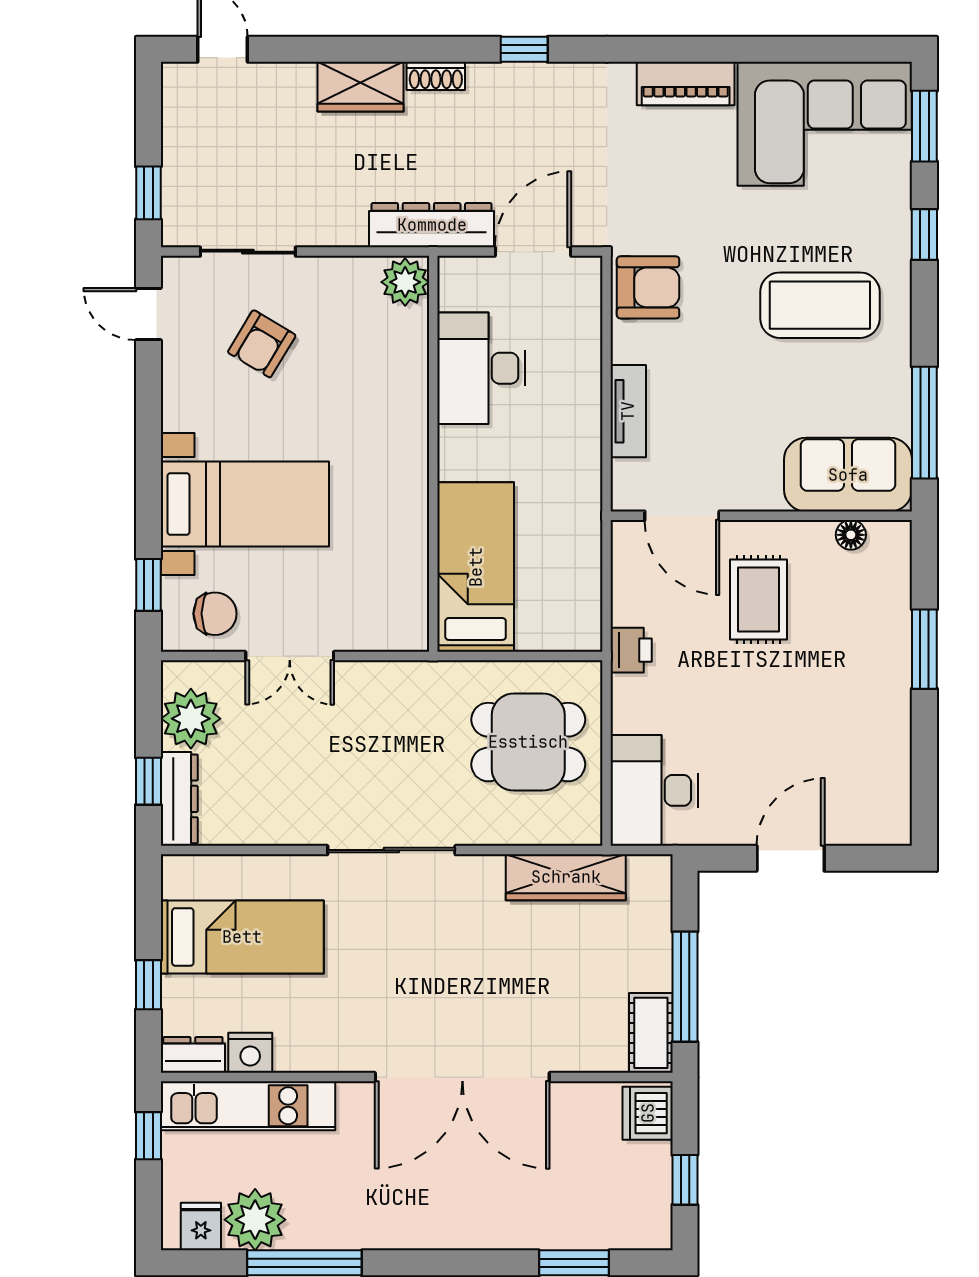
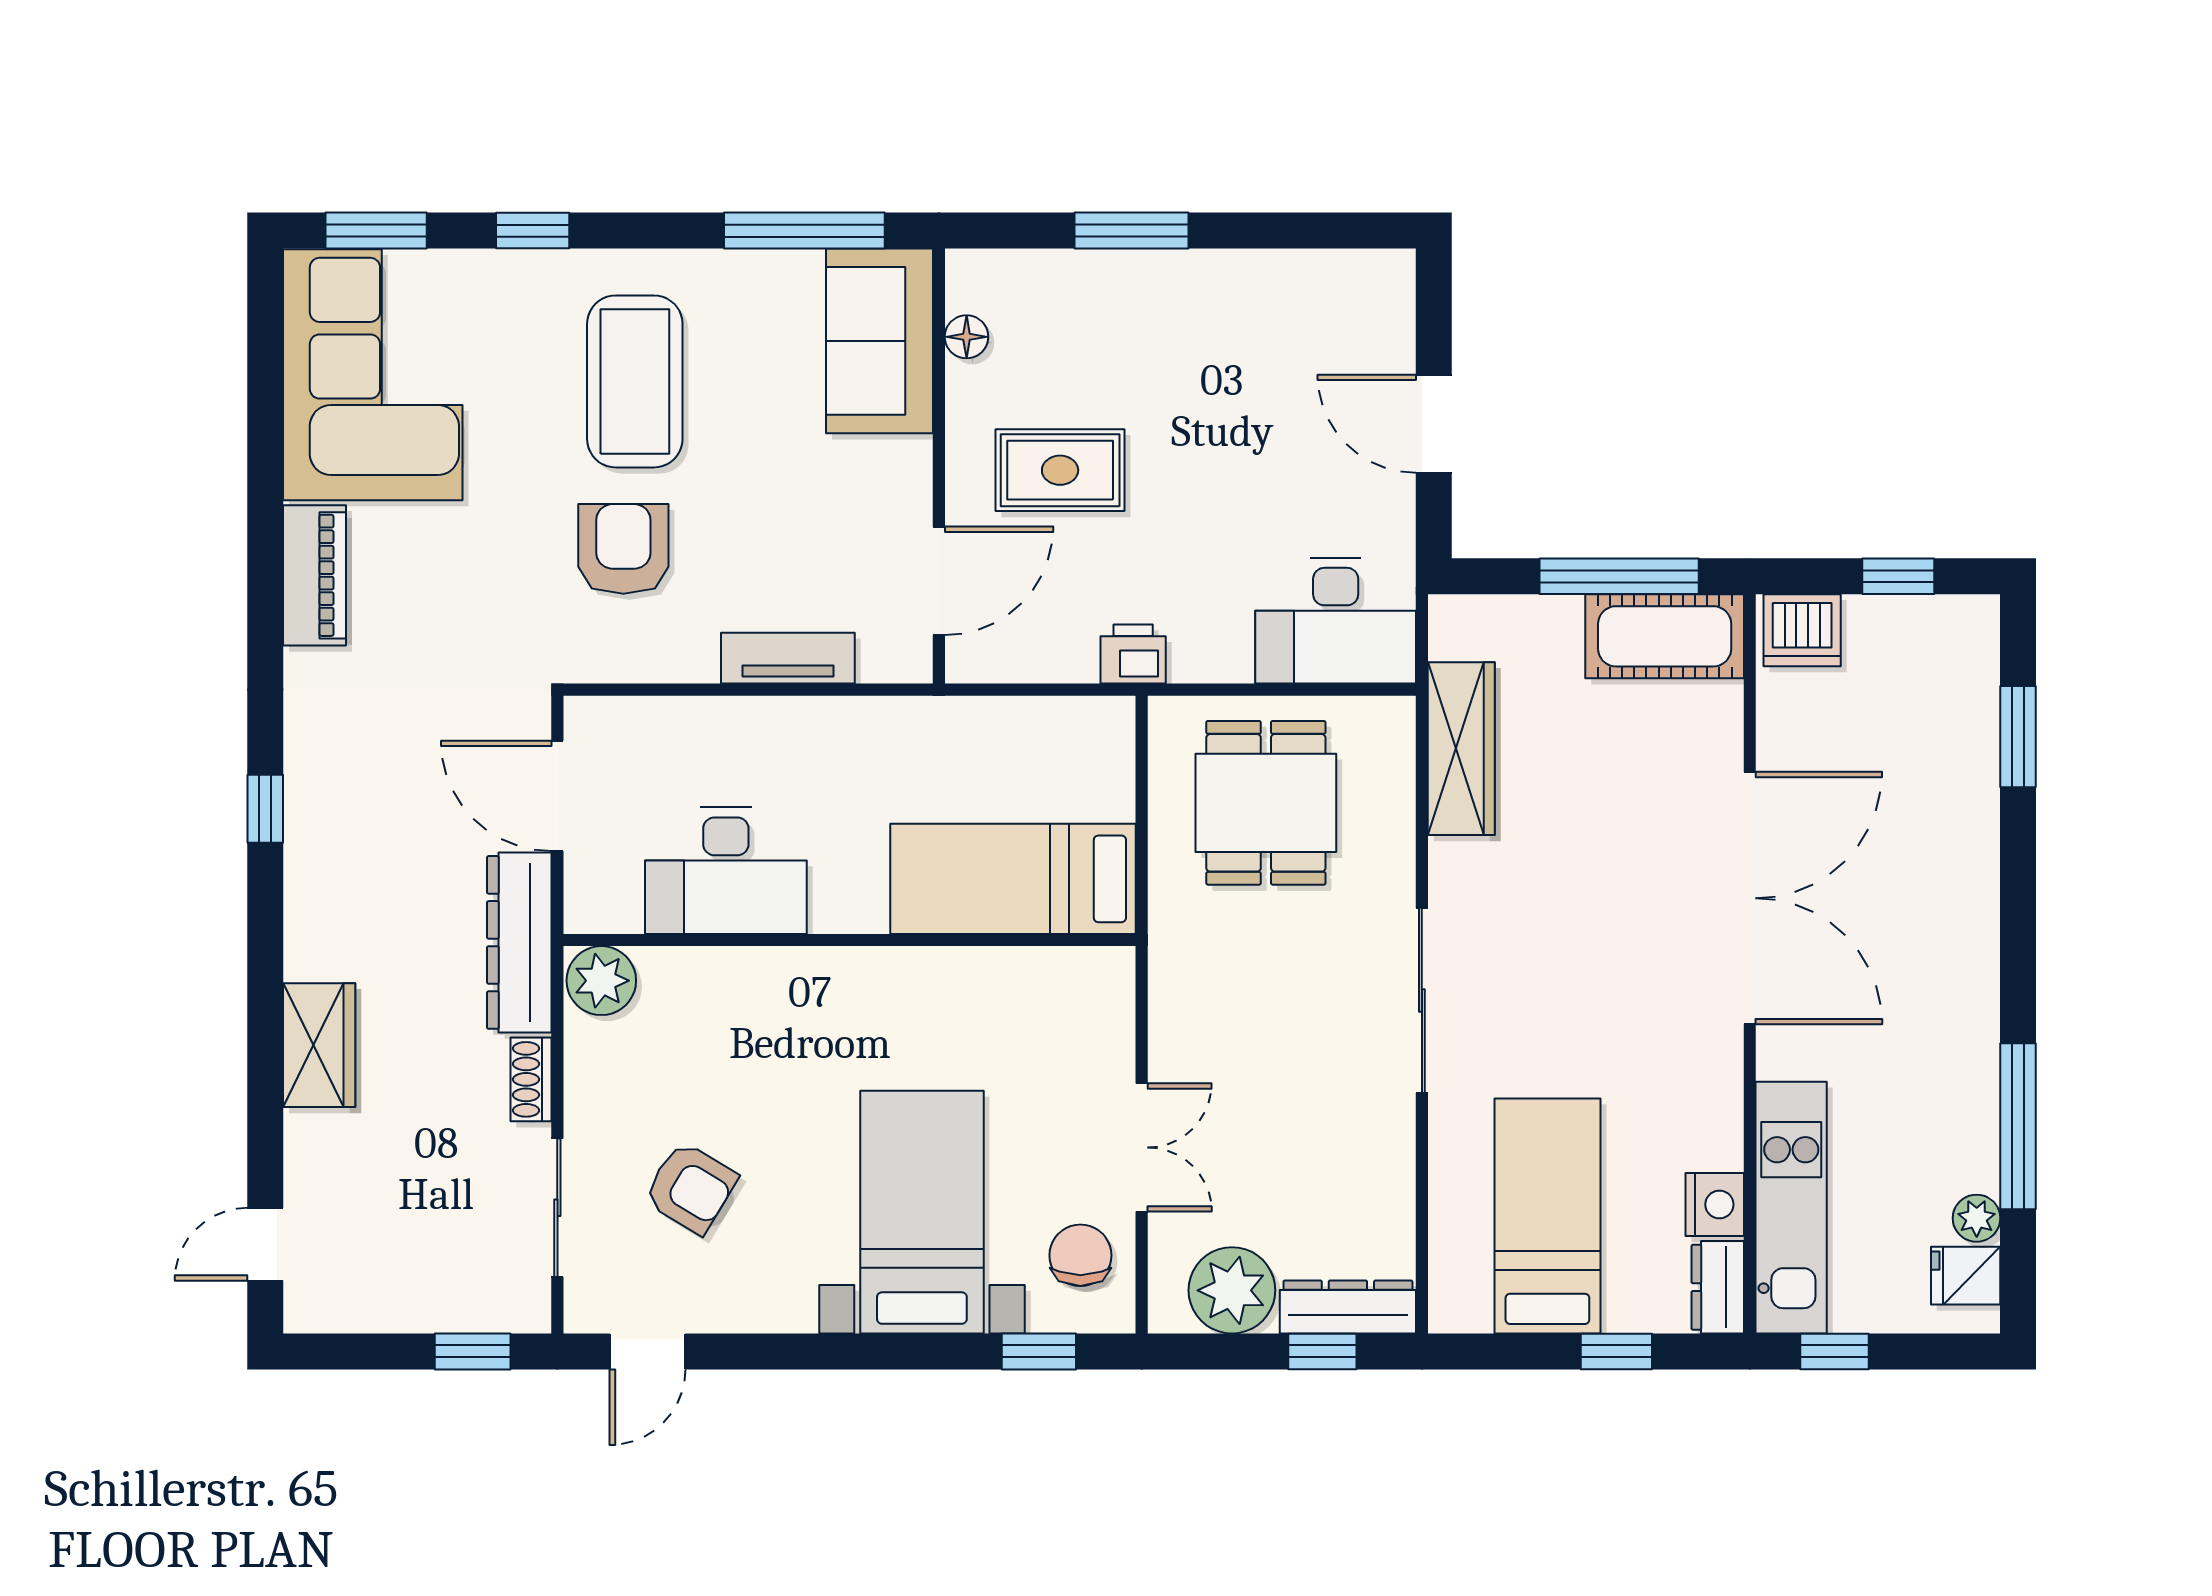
shoe rack: (436, 76) -> (531, 1079), moved, turned 180
armchair: (648, 287) -> (623, 549), moved
cot: (651, 1033) -> (1665, 636), width x1.37, depth x1.34
plant: (255, 1220) -> (1977, 1218), width x0.53, depth x0.53

